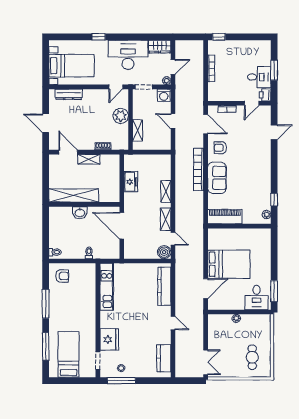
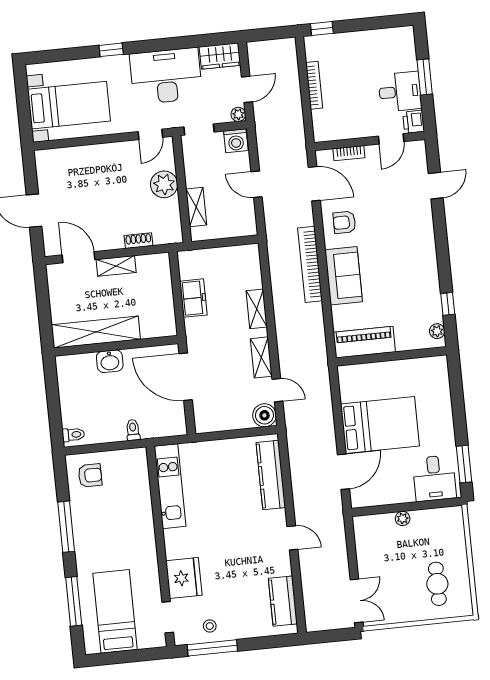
dresser: (69, 94) -> (69, 156), removed

